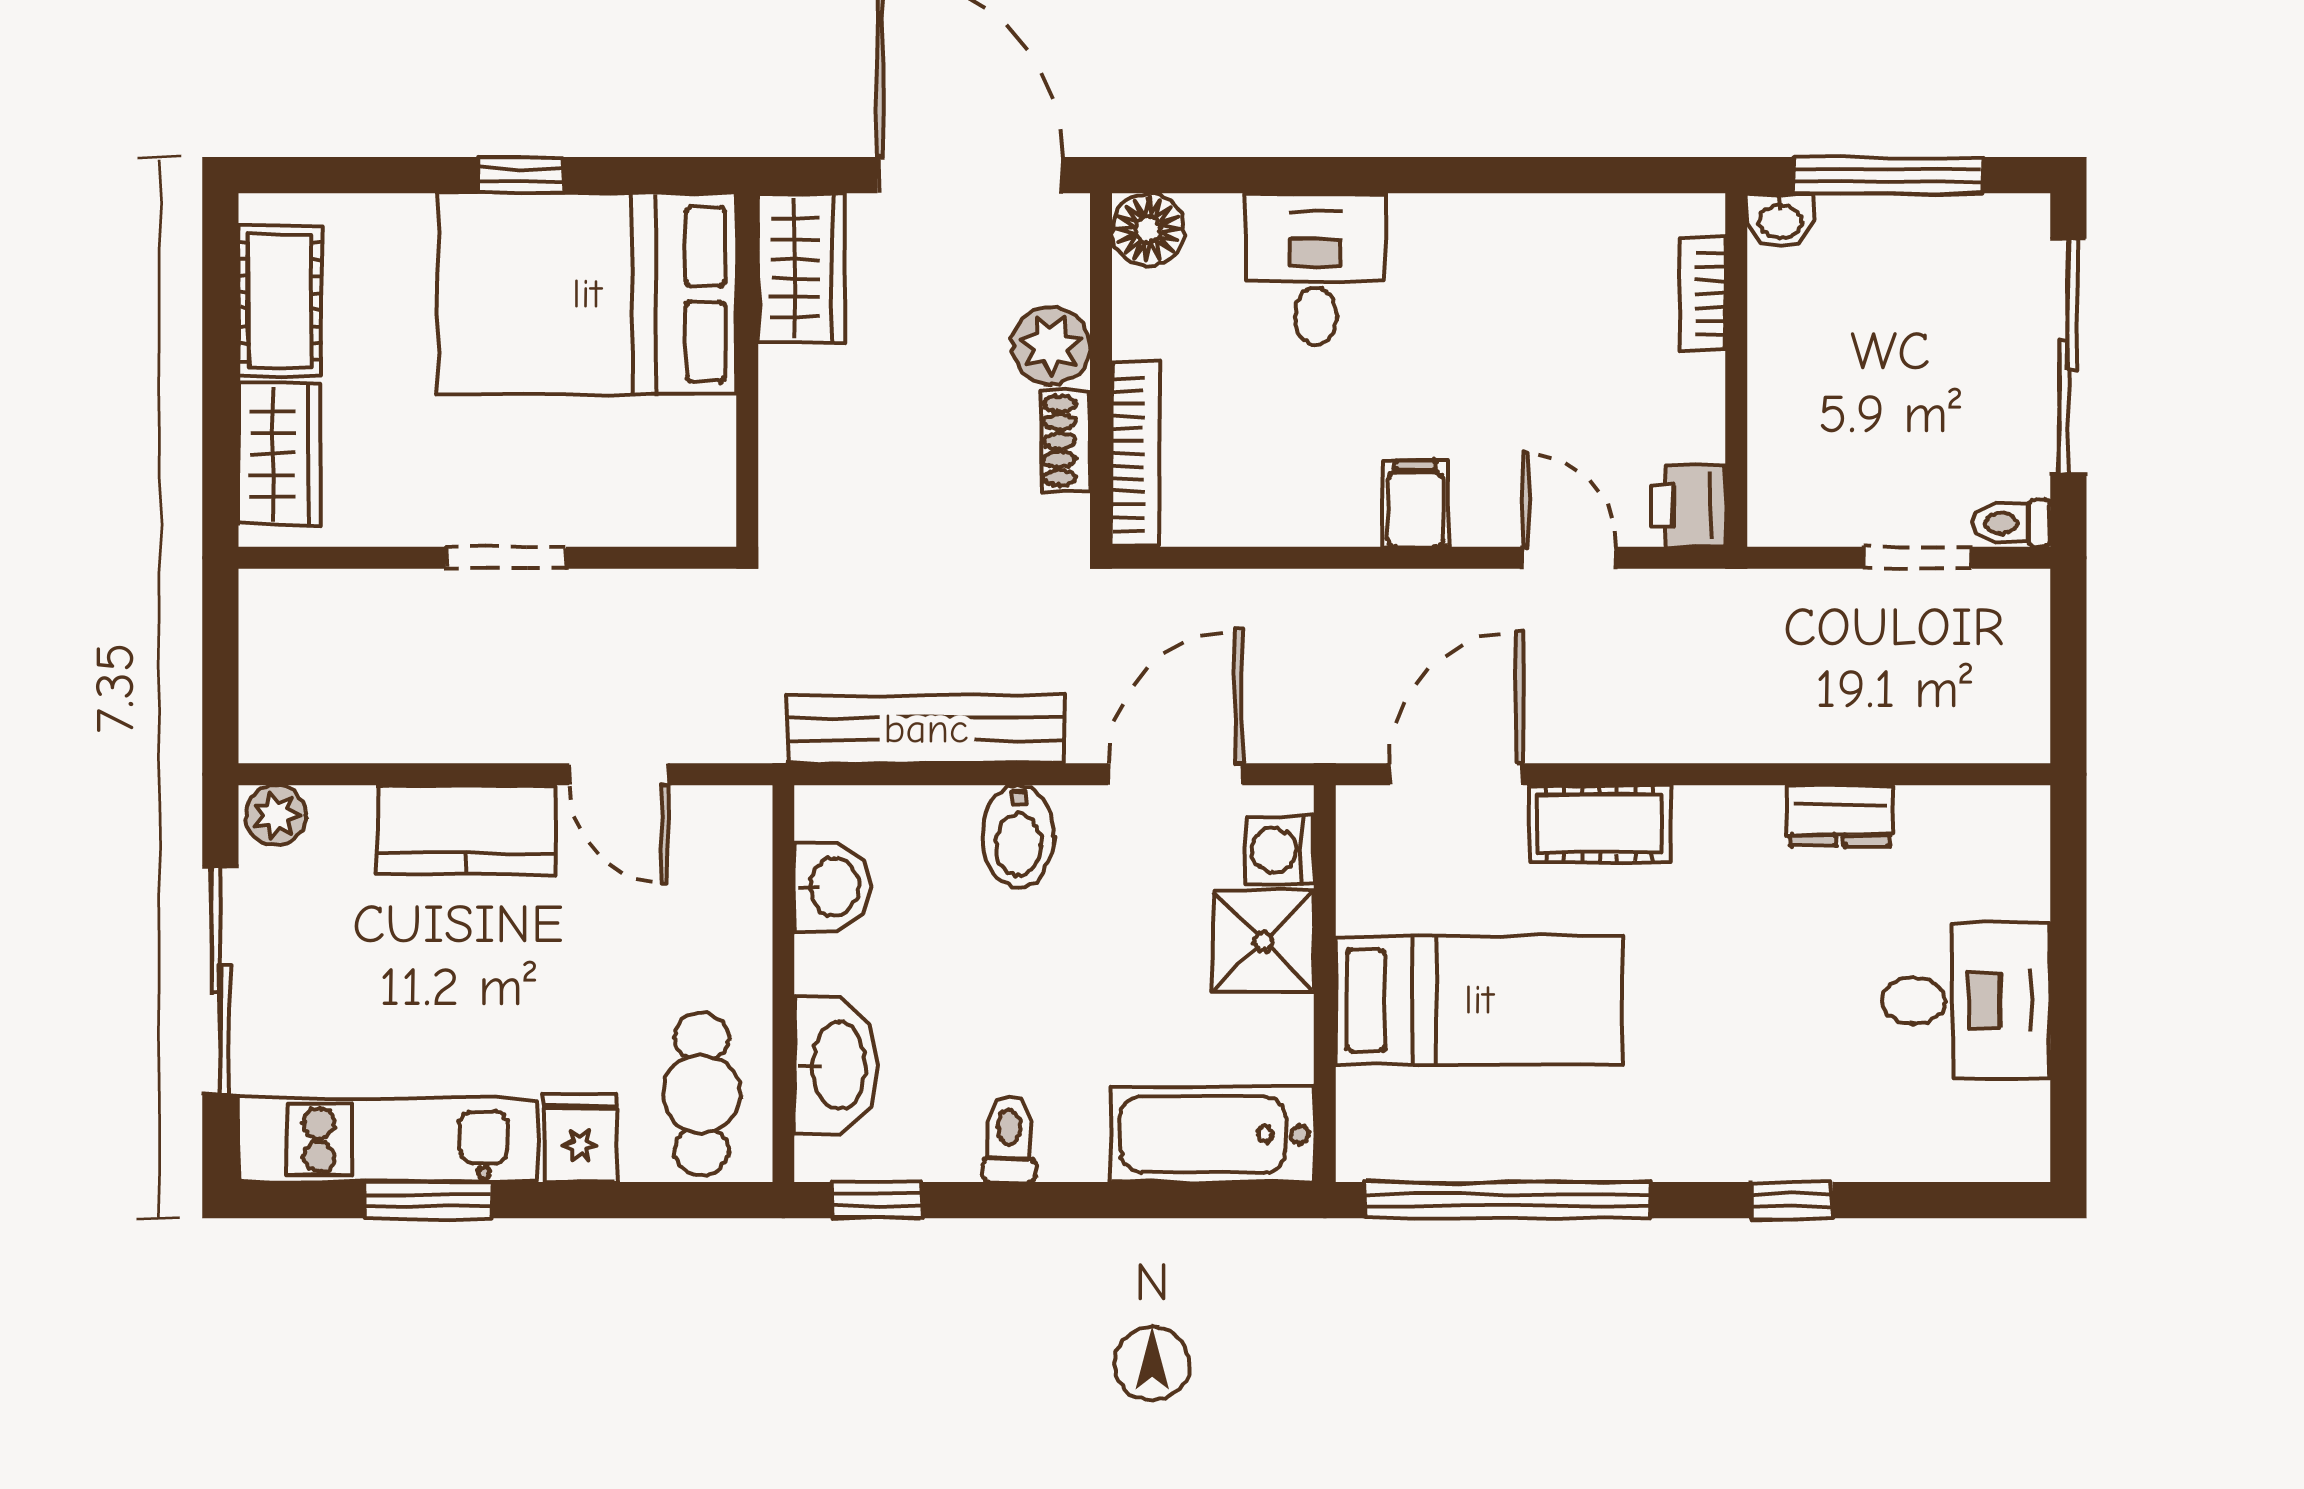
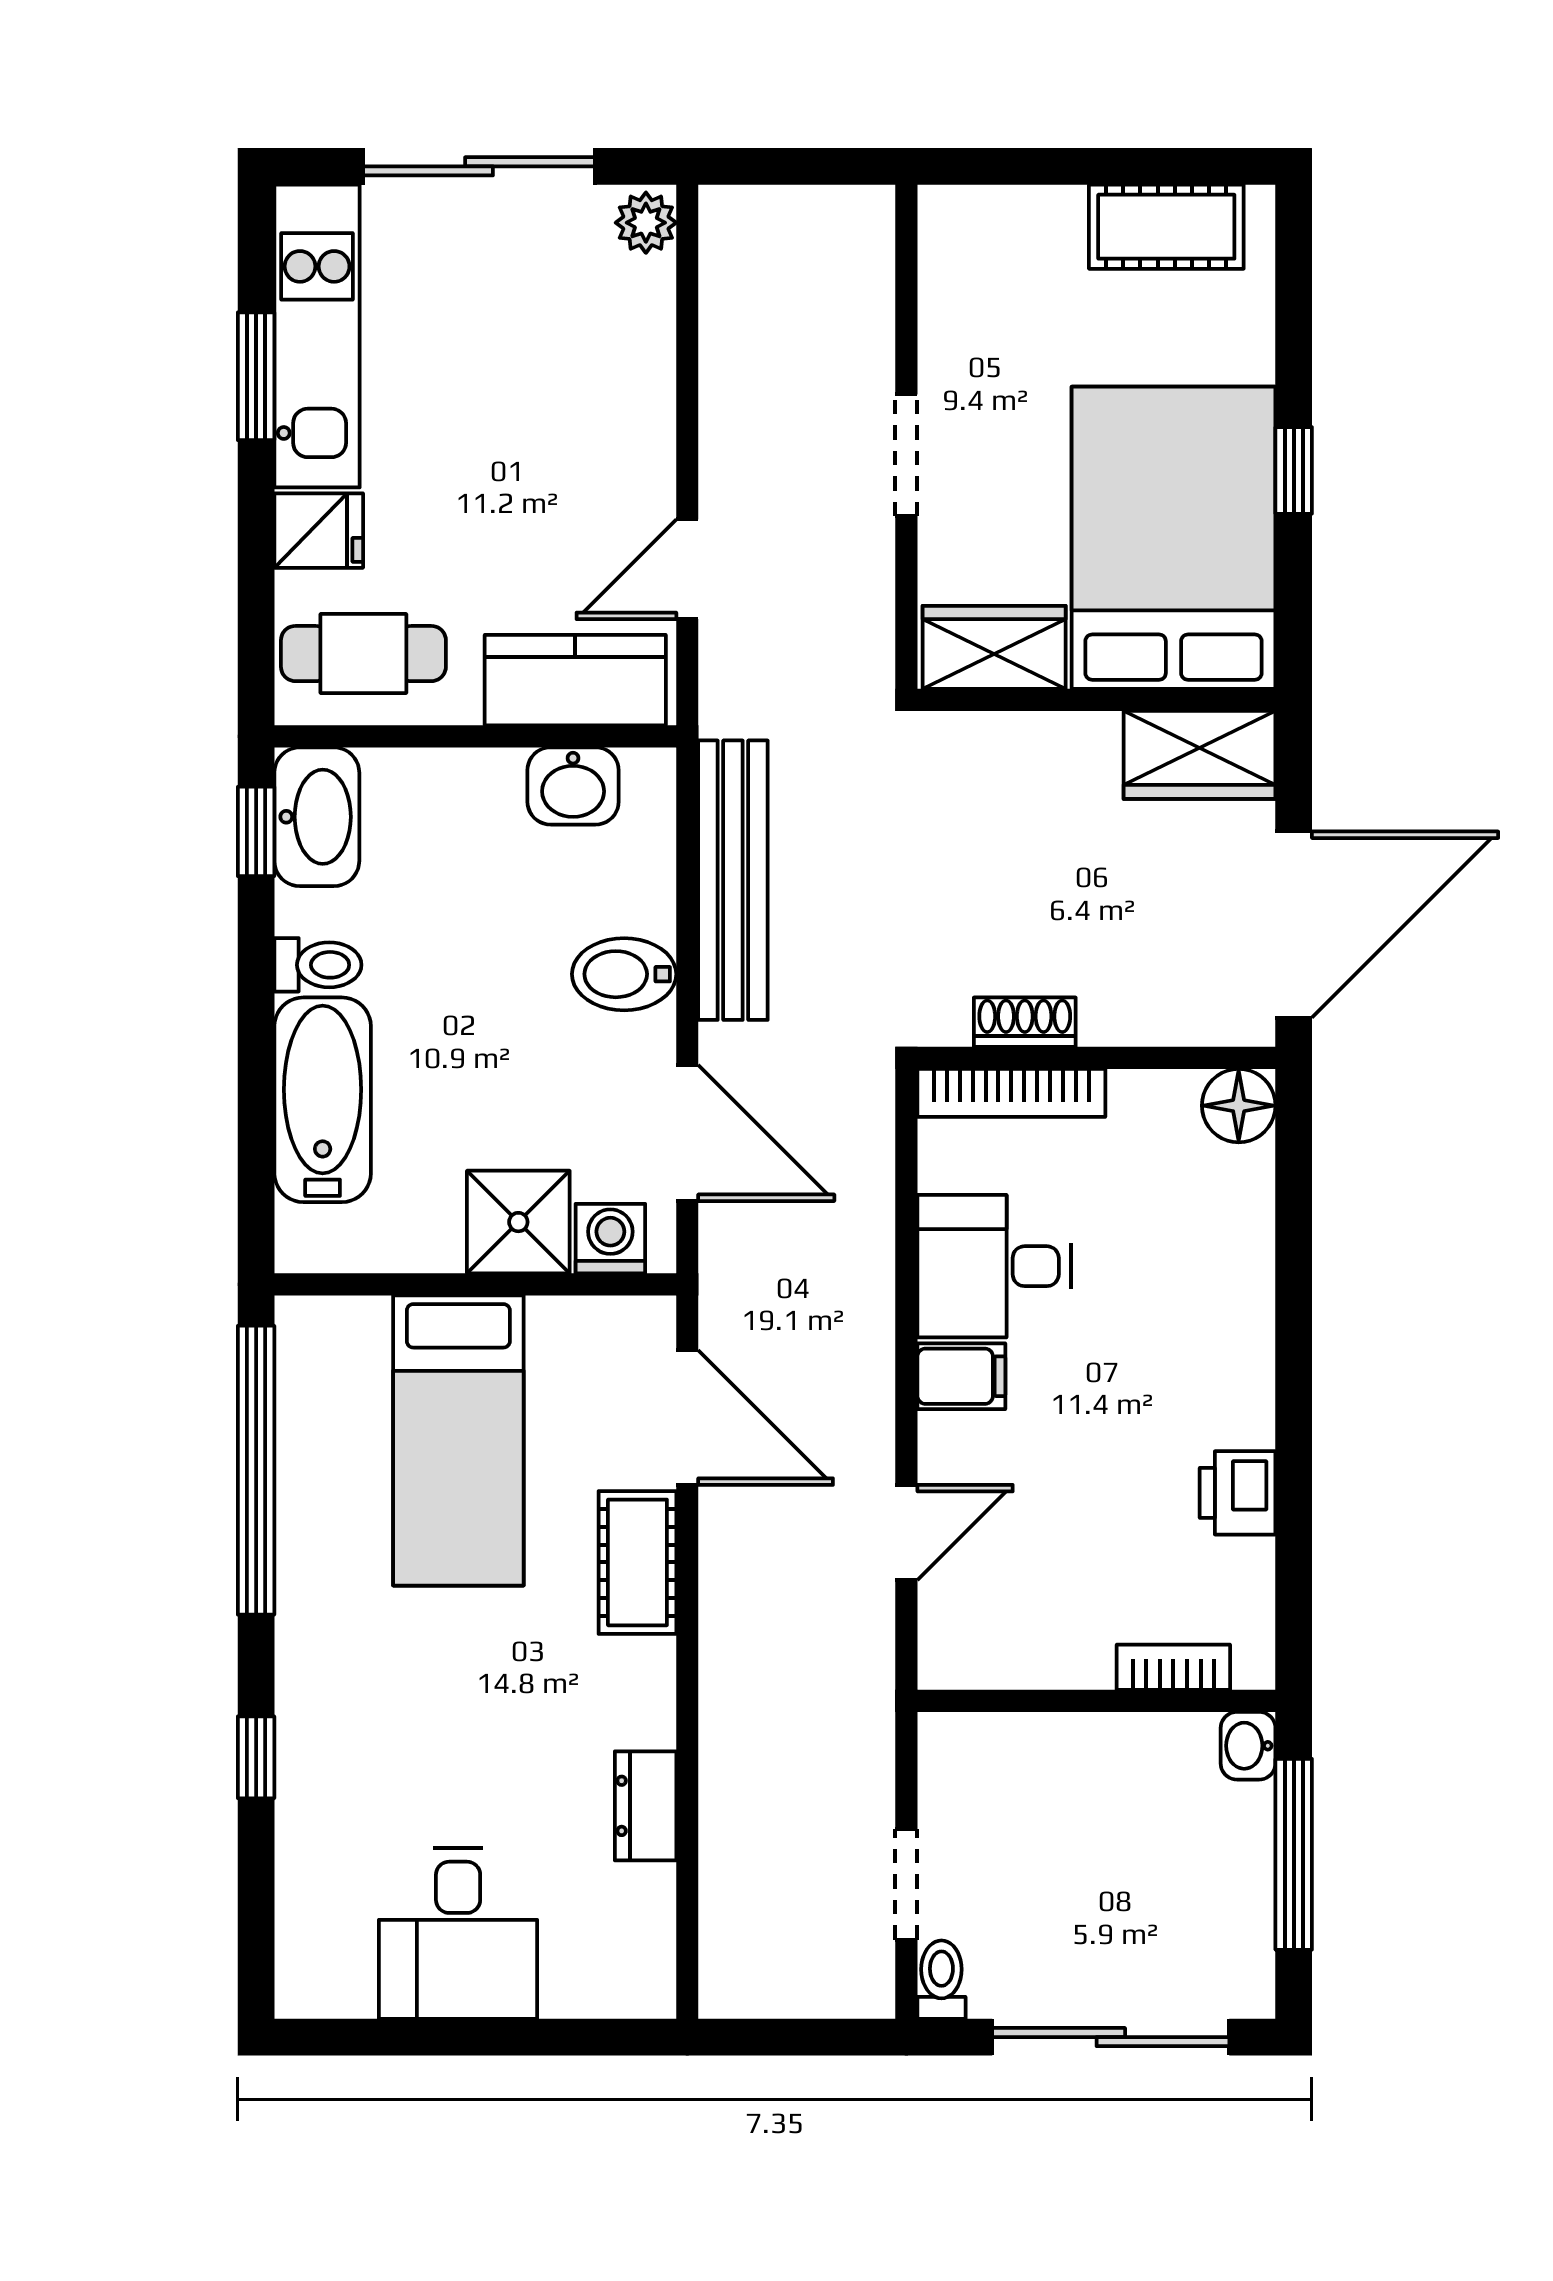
desk: (1316, 269) -> (994, 1266), moved, turned 180
plant: (1051, 346) -> (1121, 1007), removed
wardrobe: (279, 454) -> (994, 647), moved, turned 180
printer: (1688, 506) -> (1238, 1493), moved, turned -90
kitchen counter: (466, 830) -> (575, 680), moved, turned 90
washbasin: (836, 1066) -> (317, 817), moved, turned -90
bathtub: (1213, 1134) -> (323, 1100), moved

